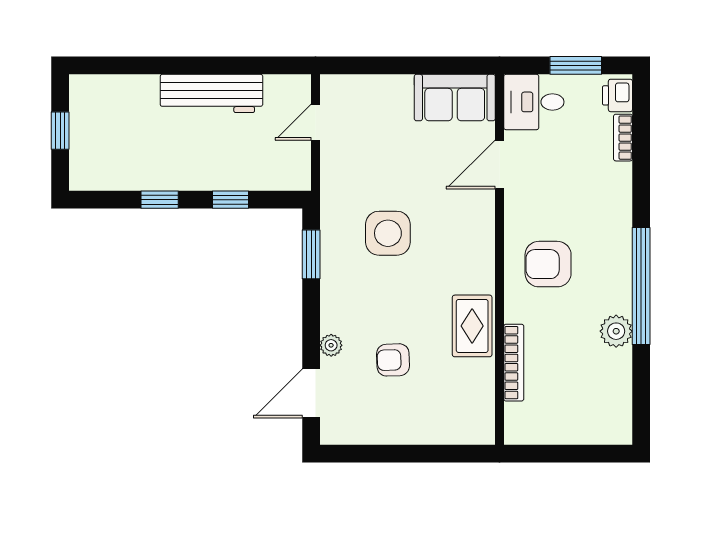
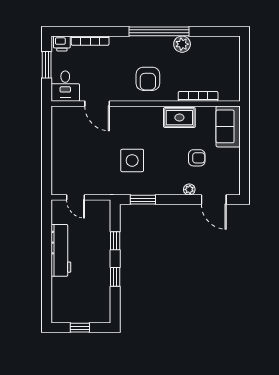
sofa: (455, 98) -> (228, 126), moved, turned 180
bookcase: (623, 138) -> (90, 41), width x1.56
armchair: (393, 360) -> (197, 158), turned -88

